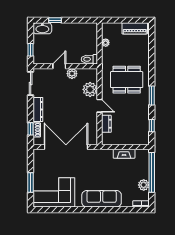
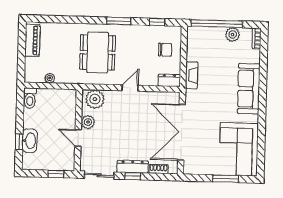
washbasin: (42, 28) -> (30, 141), moved
toilet: (89, 59) -> (30, 98), moved
plant: (90, 89) -> (95, 99), moved
dresser: (106, 124) -> (169, 80), moved
window: (31, 129) -> (133, 176), moved
chair: (130, 132) -> (165, 50), added
fireplace: (124, 154) -> (192, 75), moved

